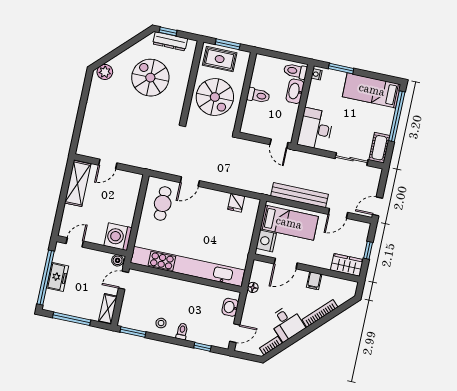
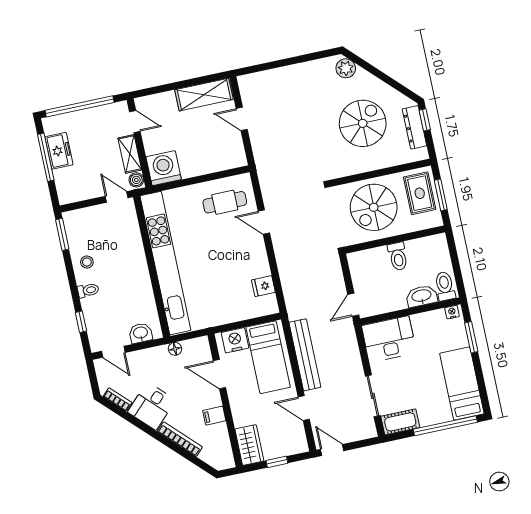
freezer: (57, 277) -> (59, 151), moved, turned -90
shelving: (108, 309) -> (130, 154), moved, turned 90

